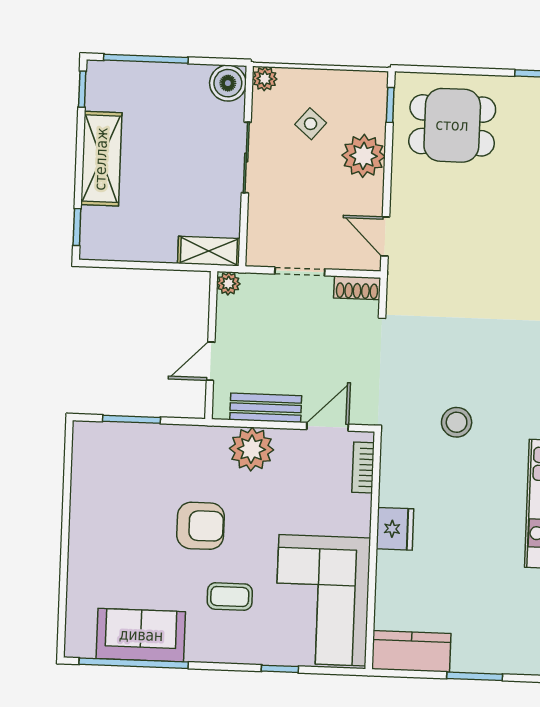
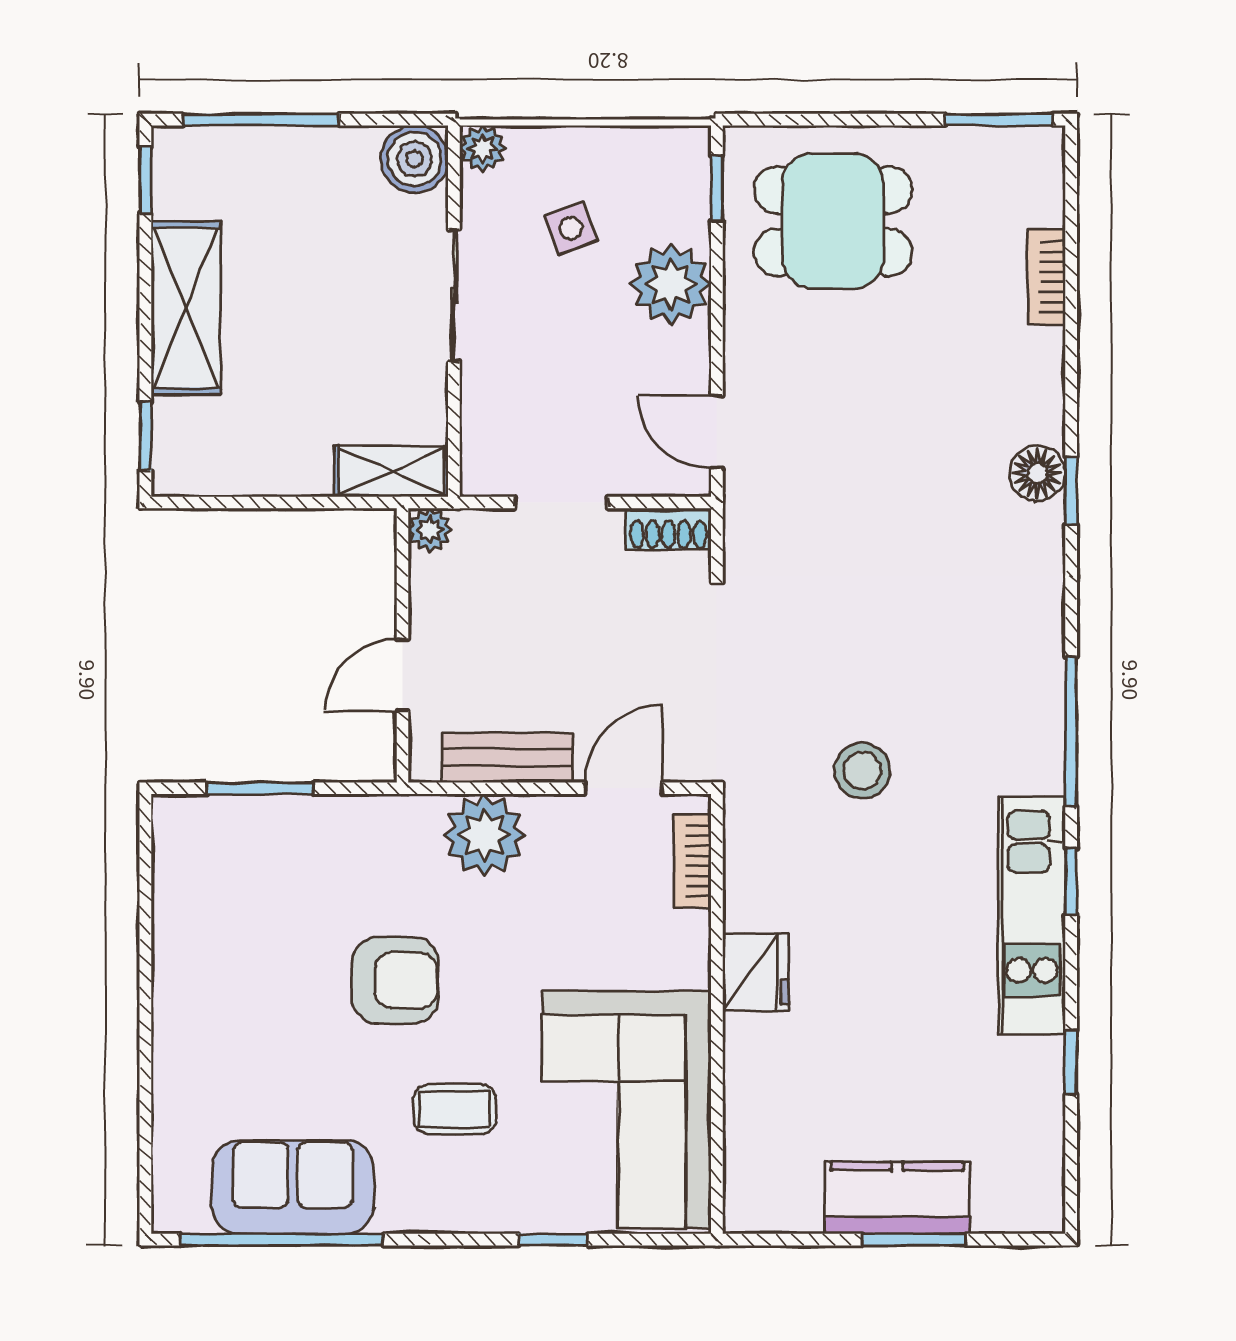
side table: (311, 124) -> (571, 228), turned 30
kitchen counter: (411, 651) -> (897, 1198), moved

